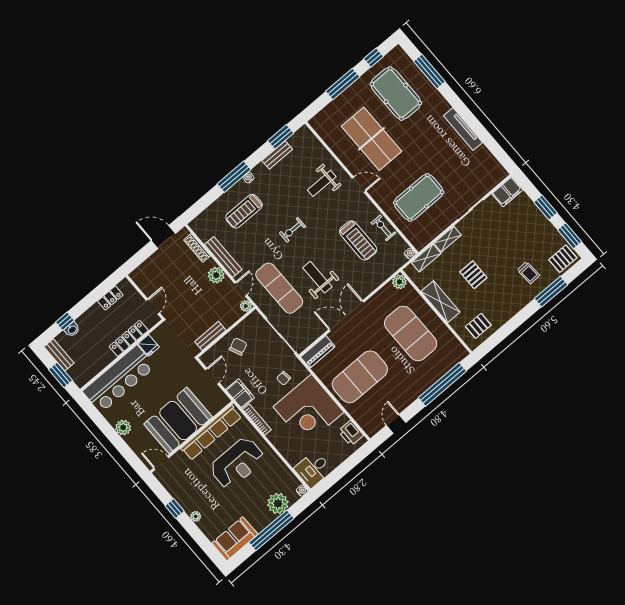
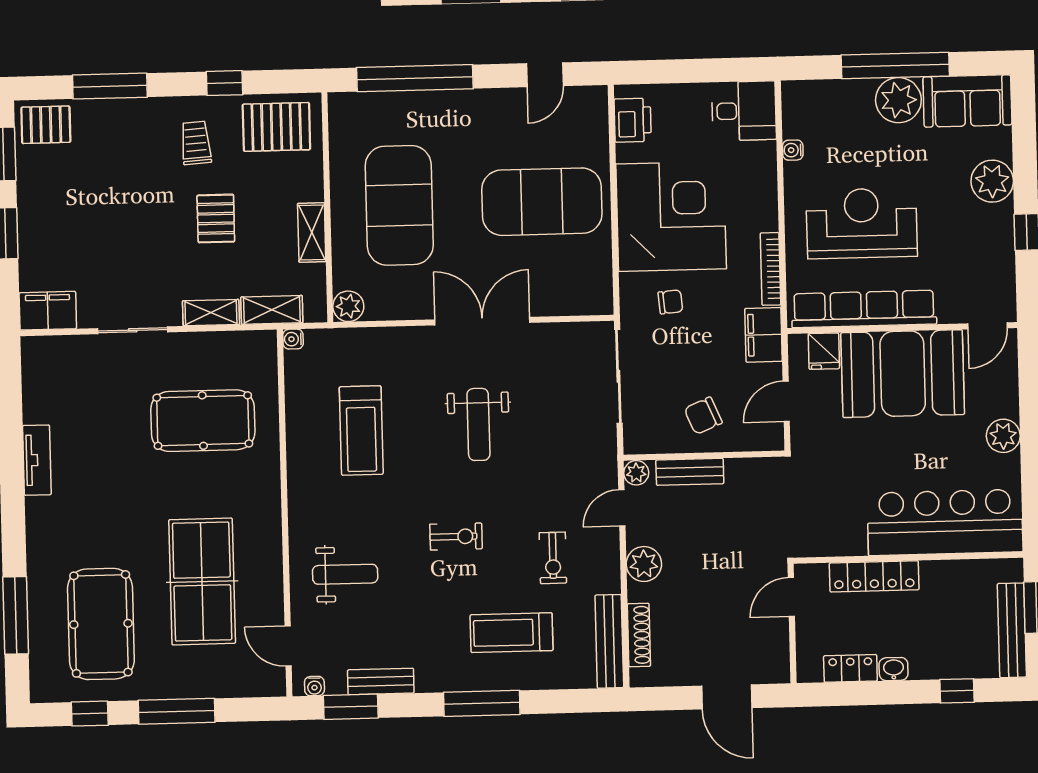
tv unit: (463, 129) -> (37, 460), width x0.71
water cooler: (248, 178) -> (314, 686), moved
door: (359, 185) -> (288, 646), moved
treadmill: (244, 211) -> (512, 633), turned 180
exercise bike: (383, 228) -> (553, 558), moved
door: (163, 237) -> (727, 697), moved
treadmill: (358, 240) -> (361, 431), turned 180
bench: (223, 257) -> (609, 641), moved
trolley: (529, 273) -> (196, 143), moved
exercise mat: (279, 288) -> (556, 457), removed
shelving: (440, 302) -> (312, 233), width x0.67, depth x0.75
double door: (346, 316) -> (482, 321), swing flipped
pallet: (478, 326) -> (276, 127), width x1.50, depth x1.42
window: (510, 327) -> (225, 83), added
washbasin: (72, 330) -> (894, 669), moved
bench: (210, 336) -> (690, 472), moved
fridge: (148, 345) -> (824, 351), moved, turned 180
piano: (318, 352) -> (578, 300), removed
bench: (59, 355) -> (1012, 630), width x1.36
door: (161, 463) -> (987, 326), hinge flipped
water cooler: (302, 491) -> (793, 150), moved
plant: (278, 504) -> (898, 100), moved
plant: (196, 516) -> (992, 181), width x1.87, depth x1.87

